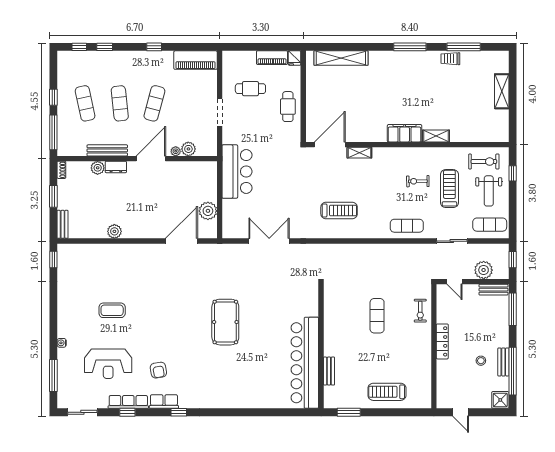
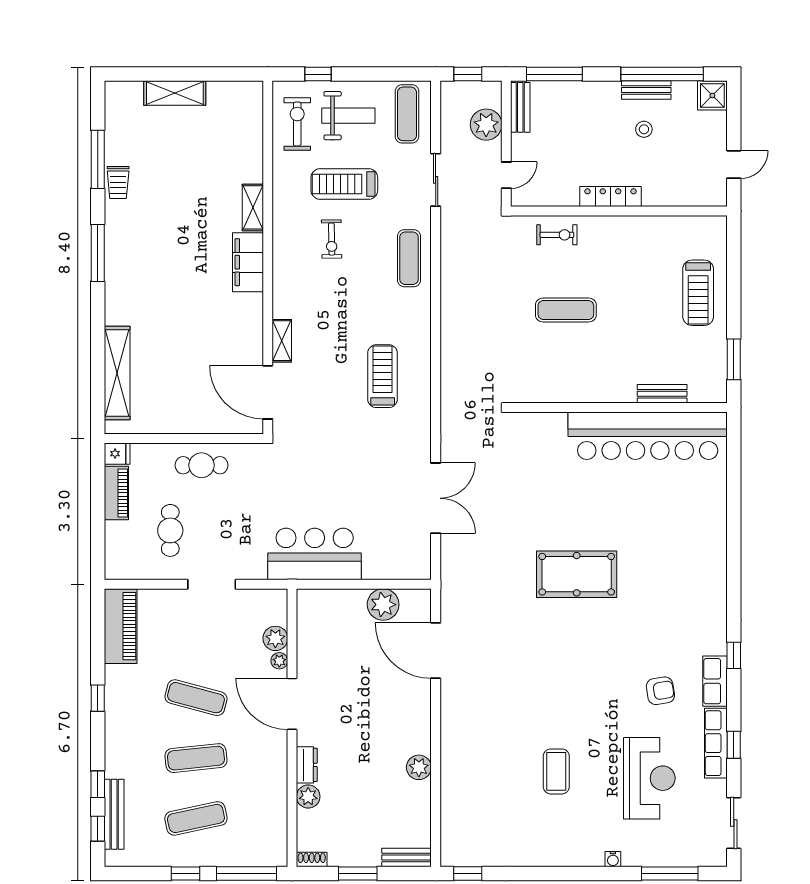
bench: (107, 150) -> (114, 814), moved
double door: (269, 241) -> (436, 498), swing flipped

